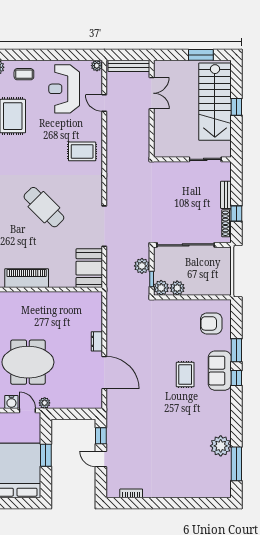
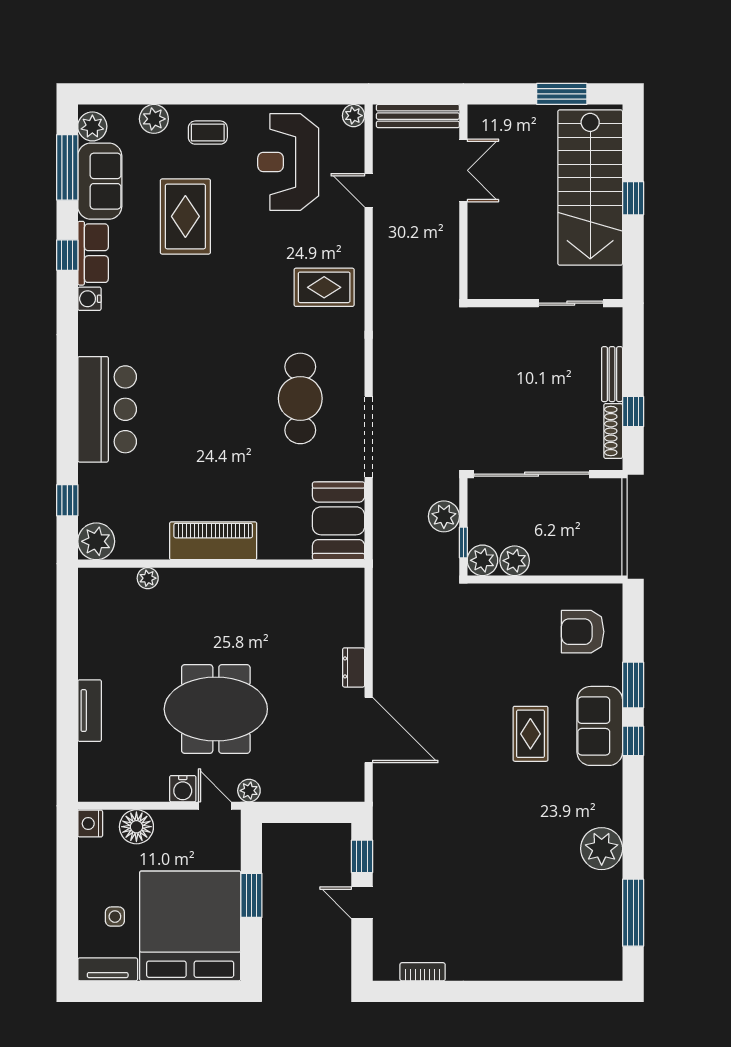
cafe table: (44, 207) -> (300, 398), moved, turned 45
plant: (221, 446) -> (602, 849), moved

